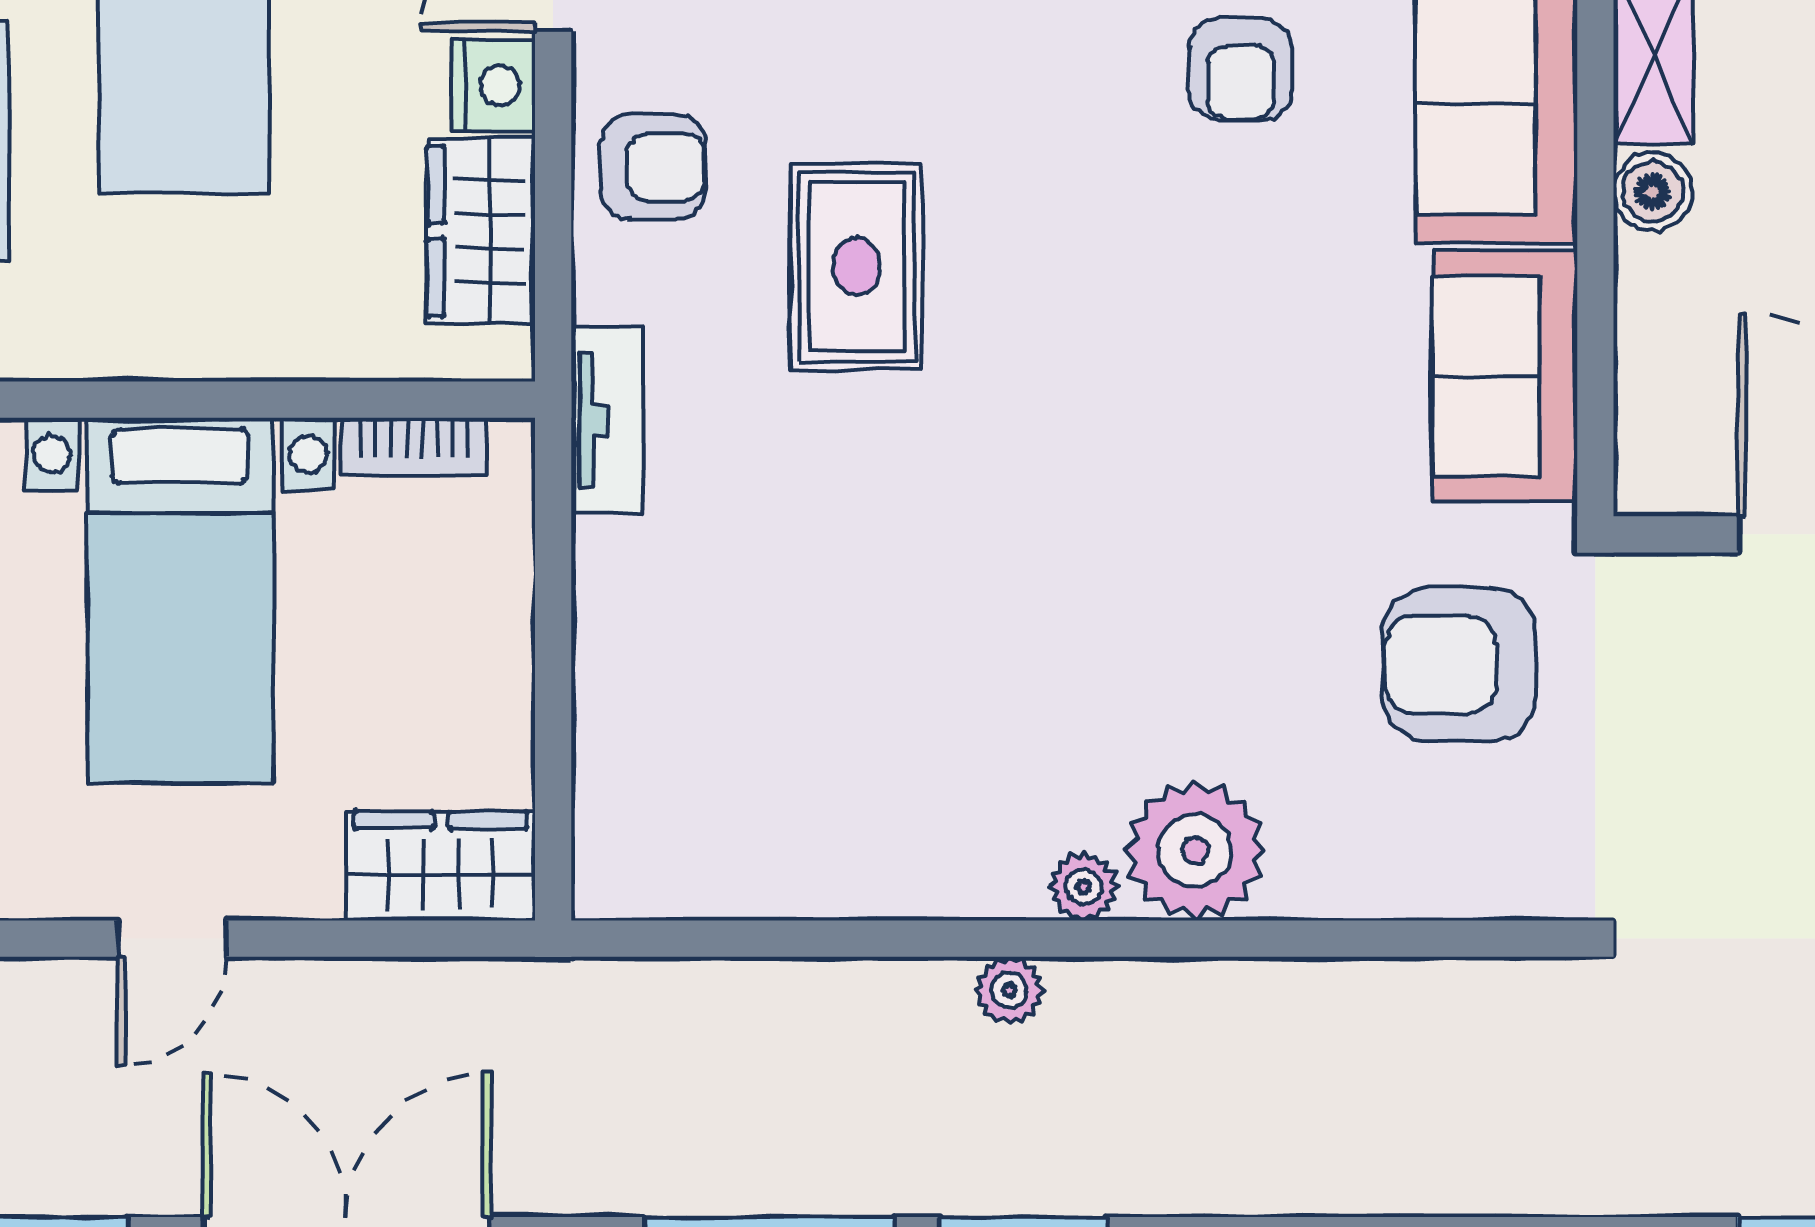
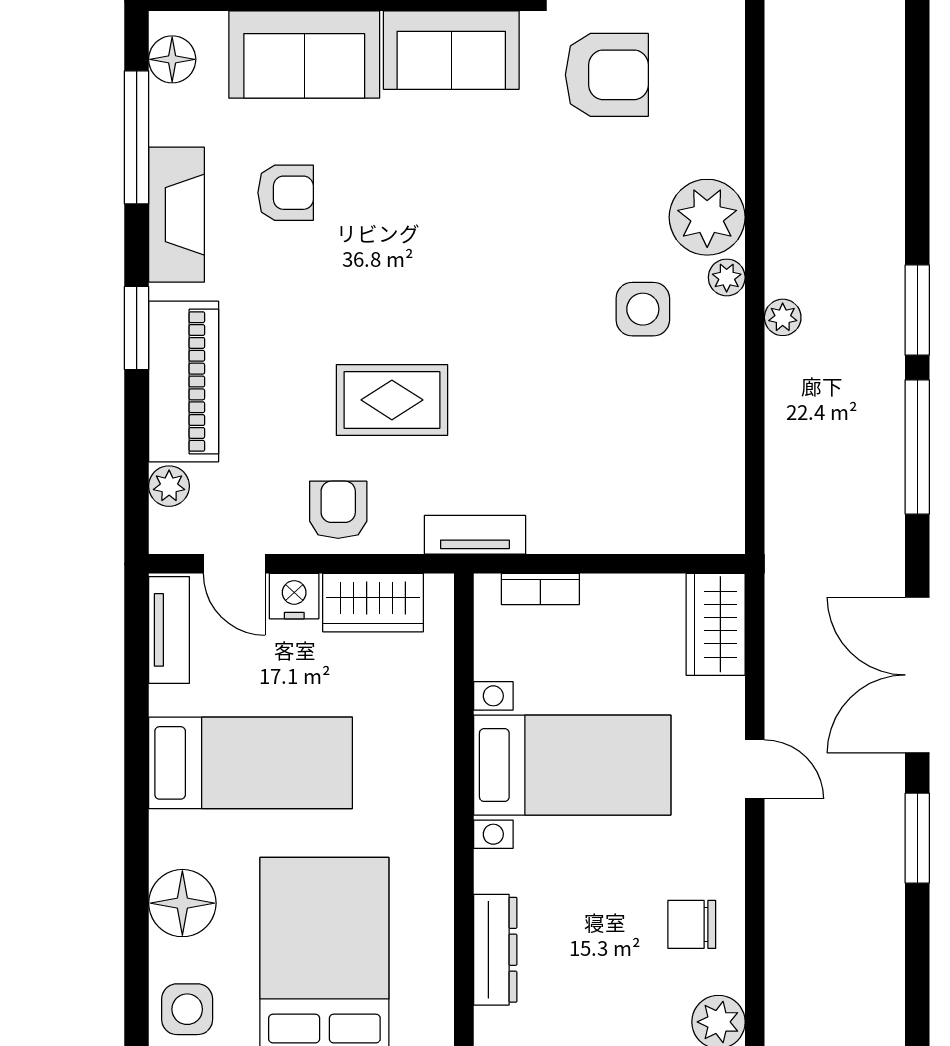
bookcase: (414, 446) -> (540, 589), moved, turned 90
armchair: (1459, 665) -> (607, 75), turned -90
side table: (1025, 731) -> (643, 309), added

